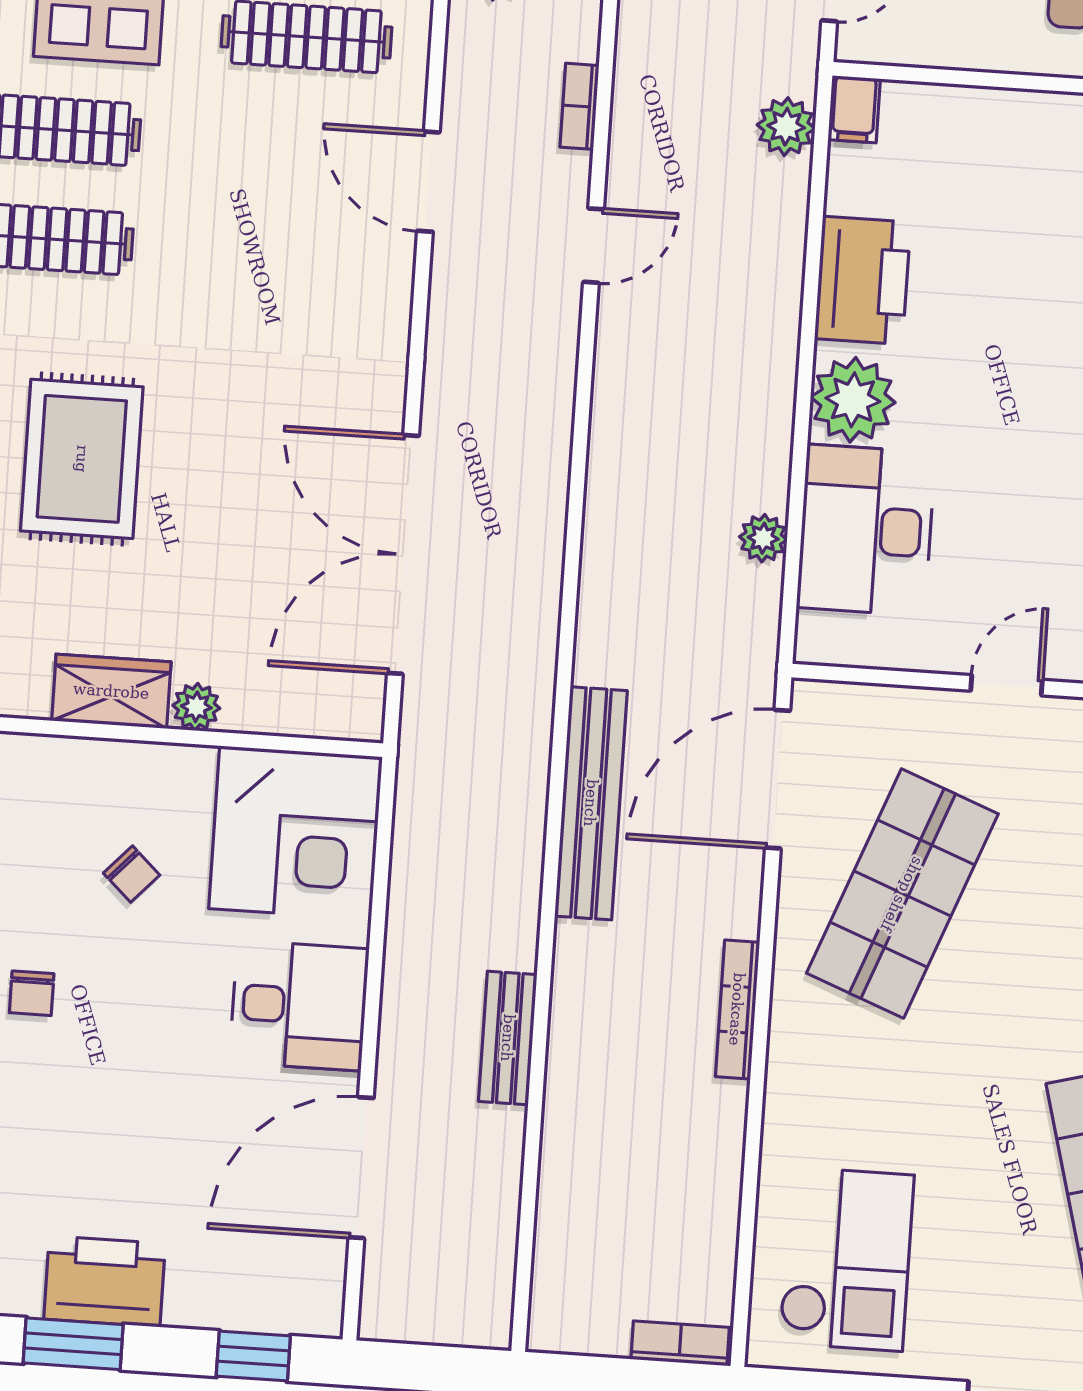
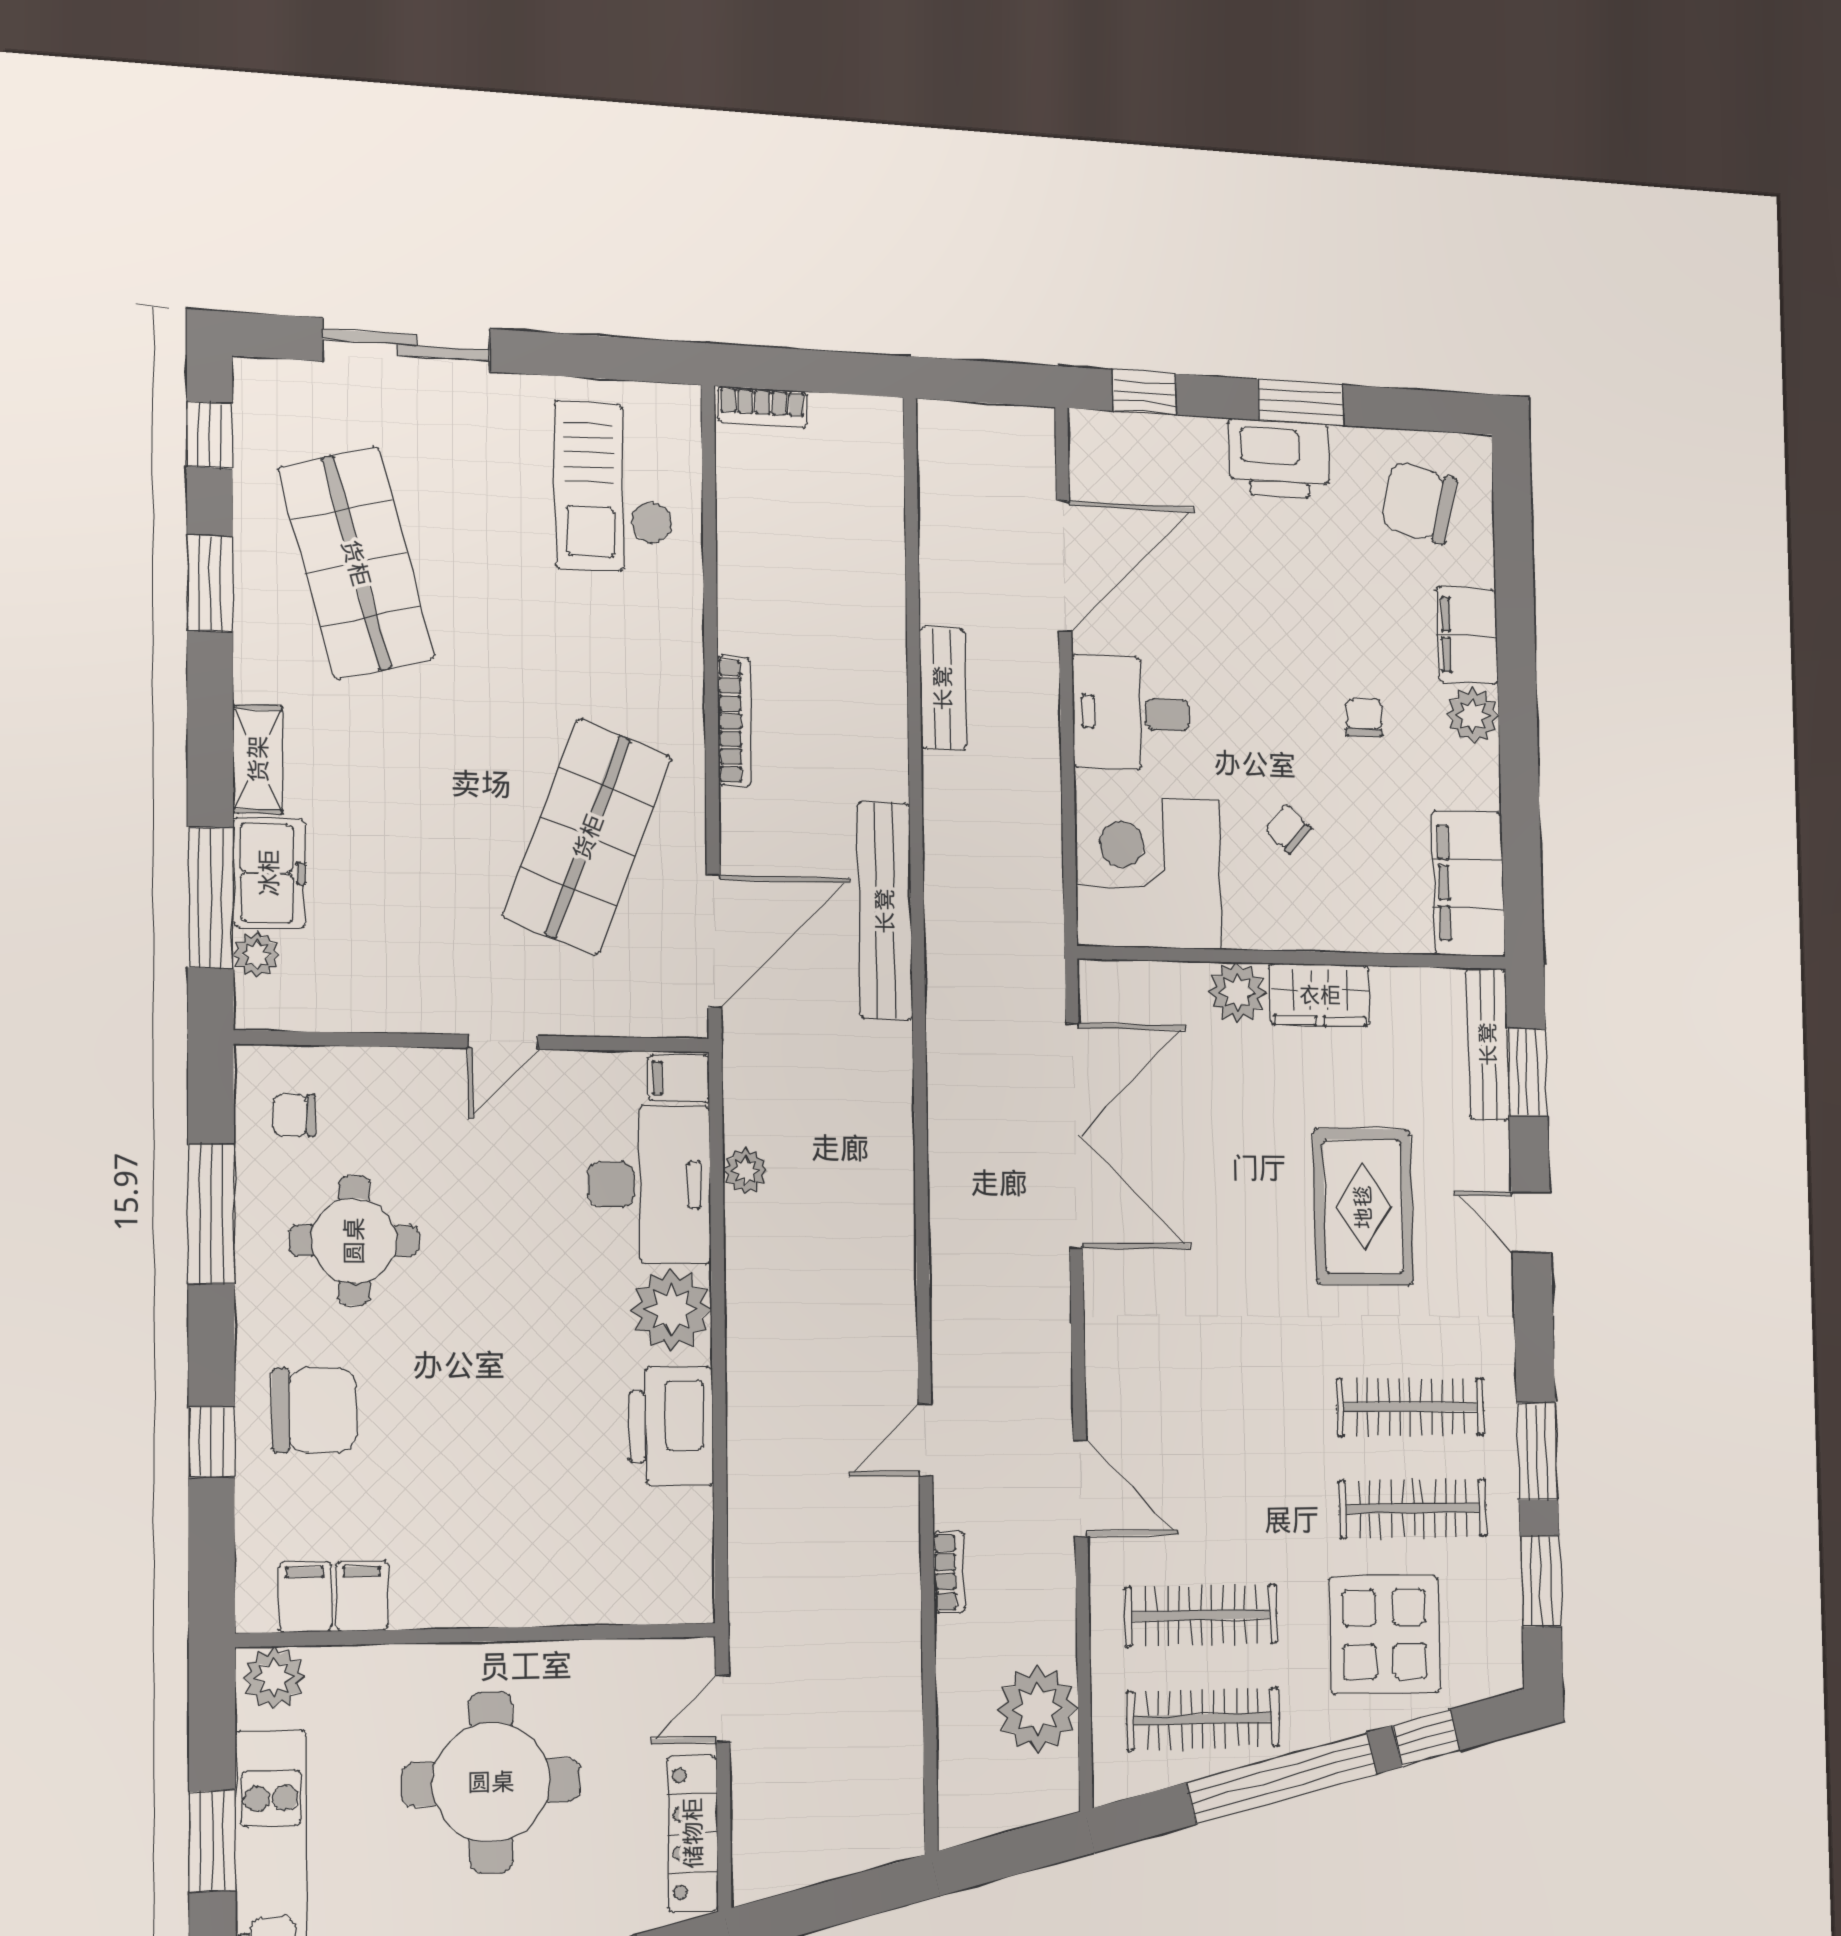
filing cabinet: (854, 109) -> (679, 1078), moved, turned -90
plant: (786, 127) -> (755, 1569), removed
plant: (196, 707) -> (1237, 992), width x1.38, depth x1.38

